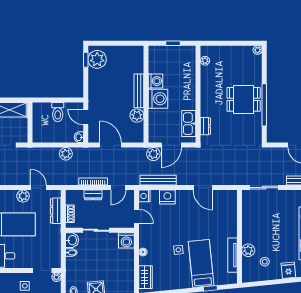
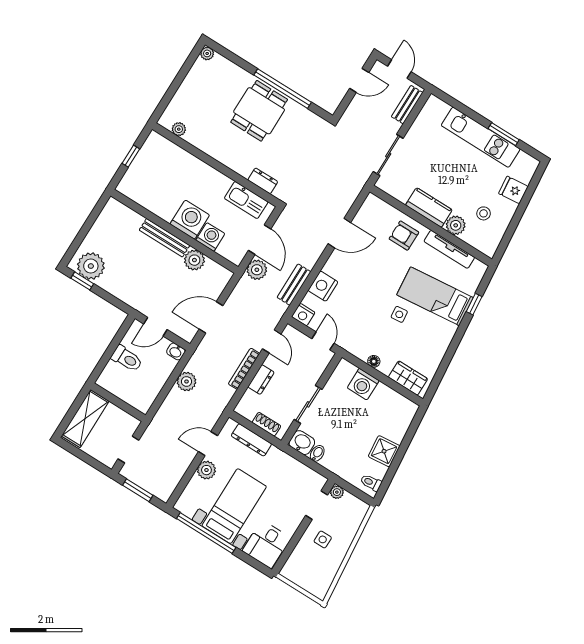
washing machine: (155, 81) -> (210, 237), moved
bench: (158, 180) -> (294, 285), width x0.73
door: (137, 216) -> (323, 341), hinge flipped
armchair: (224, 225) -> (404, 236), added
kitchen counter: (249, 229) -> (429, 207), added
washing machine: (126, 240) -> (363, 384), moved, turned 90

